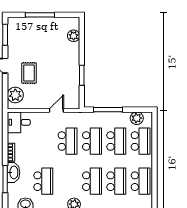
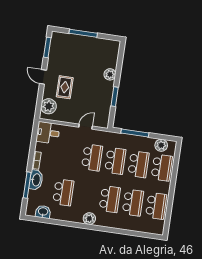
plant: (74, 36) -> (110, 74), moved

